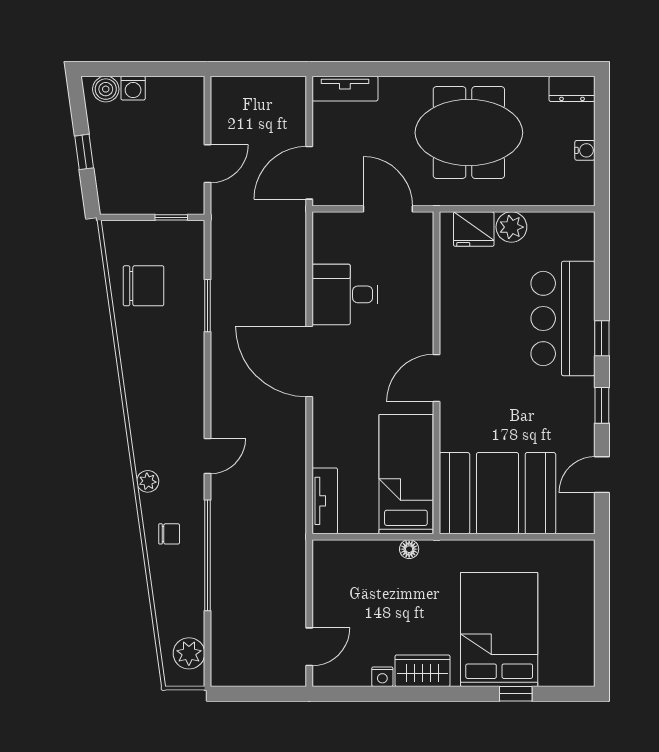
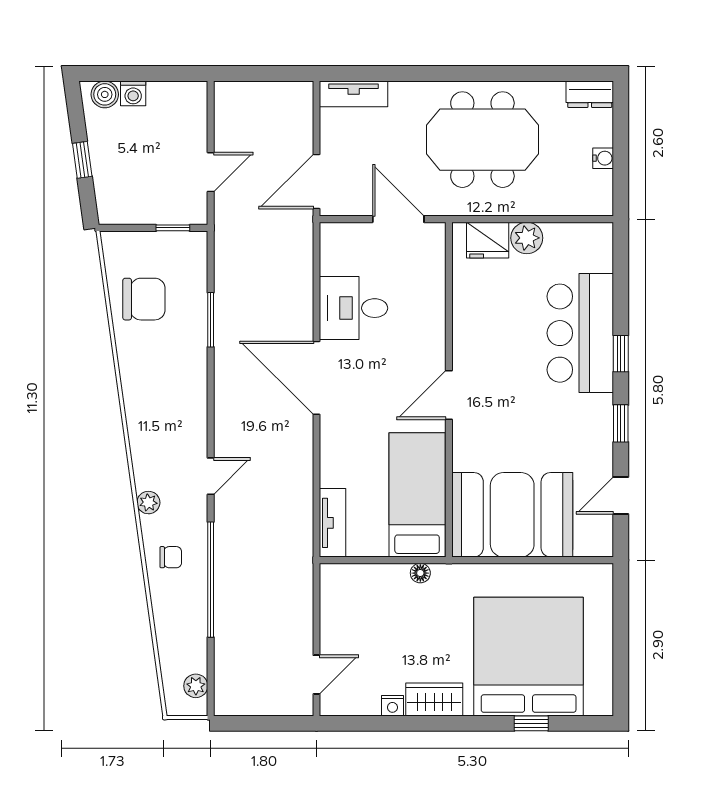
bed: (499, 630) -> (529, 657), width x1.36
plant: (189, 653) -> (196, 686), width x0.73, depth x0.73

